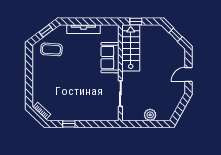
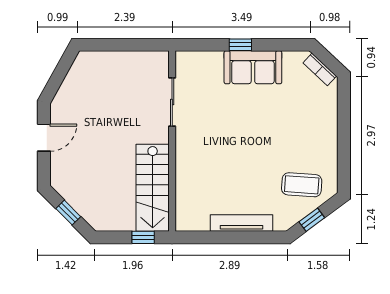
sofa: (110, 58) -> (253, 67), moved, turned 90
plant: (150, 115) -> (116, 62), removed
window: (69, 124) -> (240, 45), moved

